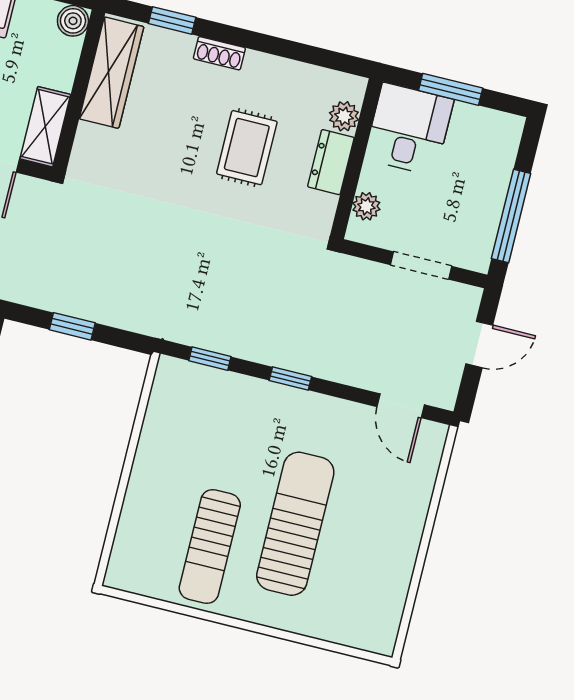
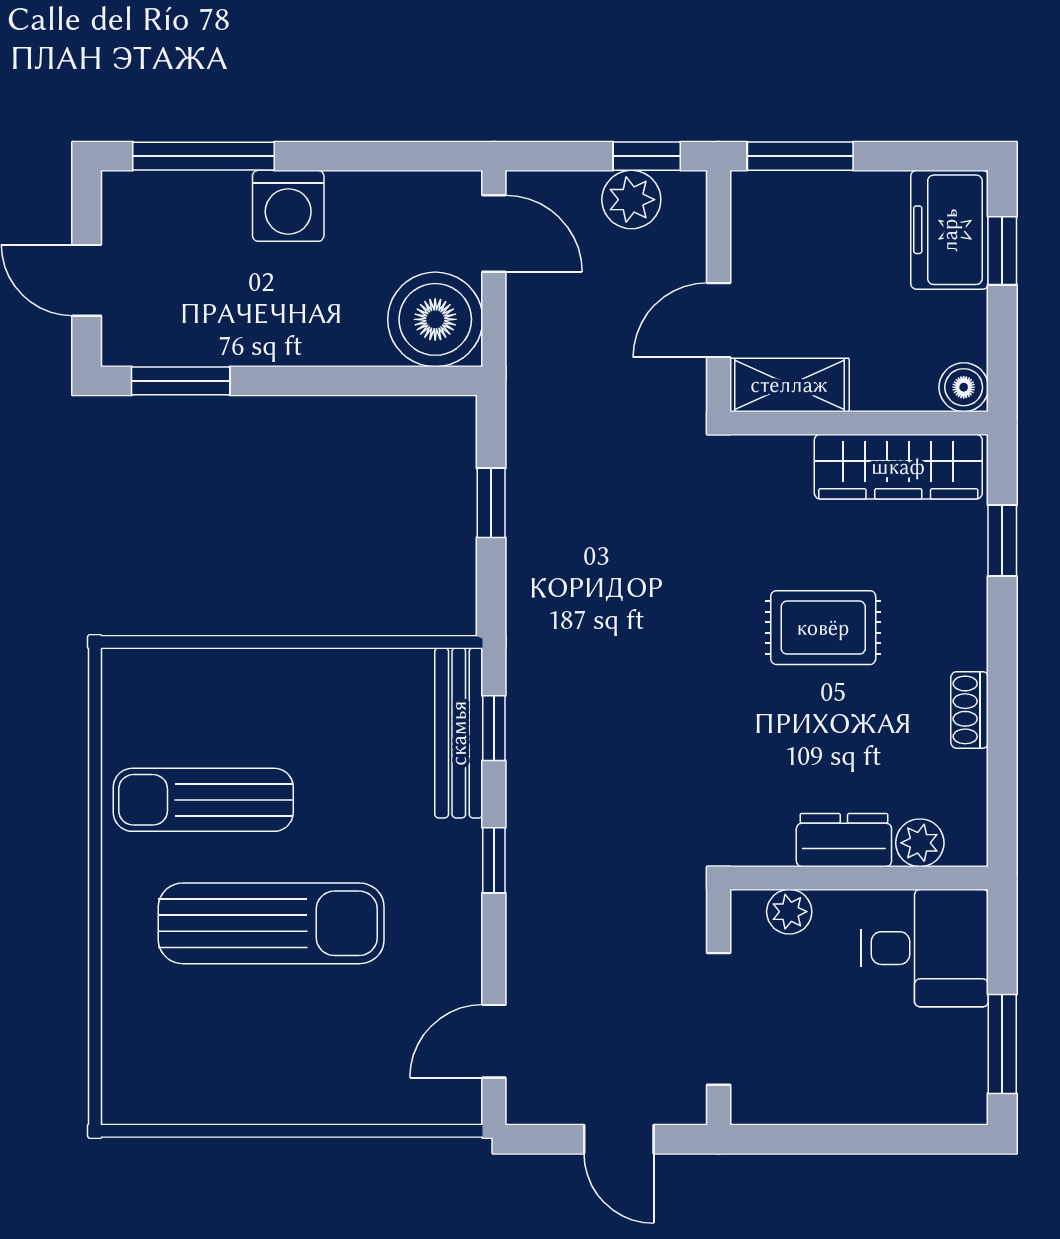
shoe rack: (219, 53) -> (970, 710), moved
window: (451, 89) -> (1002, 1044), moved
rug: (247, 148) -> (823, 628), moved
window: (511, 216) -> (830, 1139), removed
doorway: (421, 265) -> (719, 1019), width x1.38
bench: (208, 381) -> (459, 733), added

